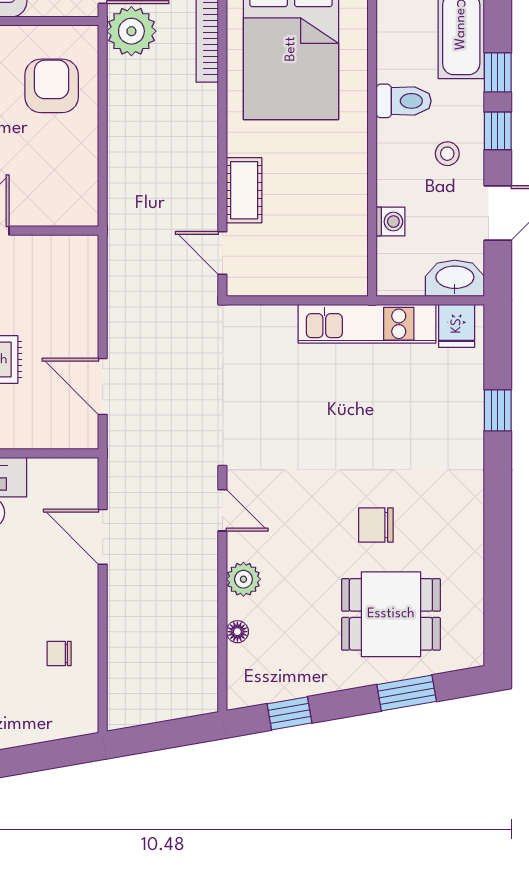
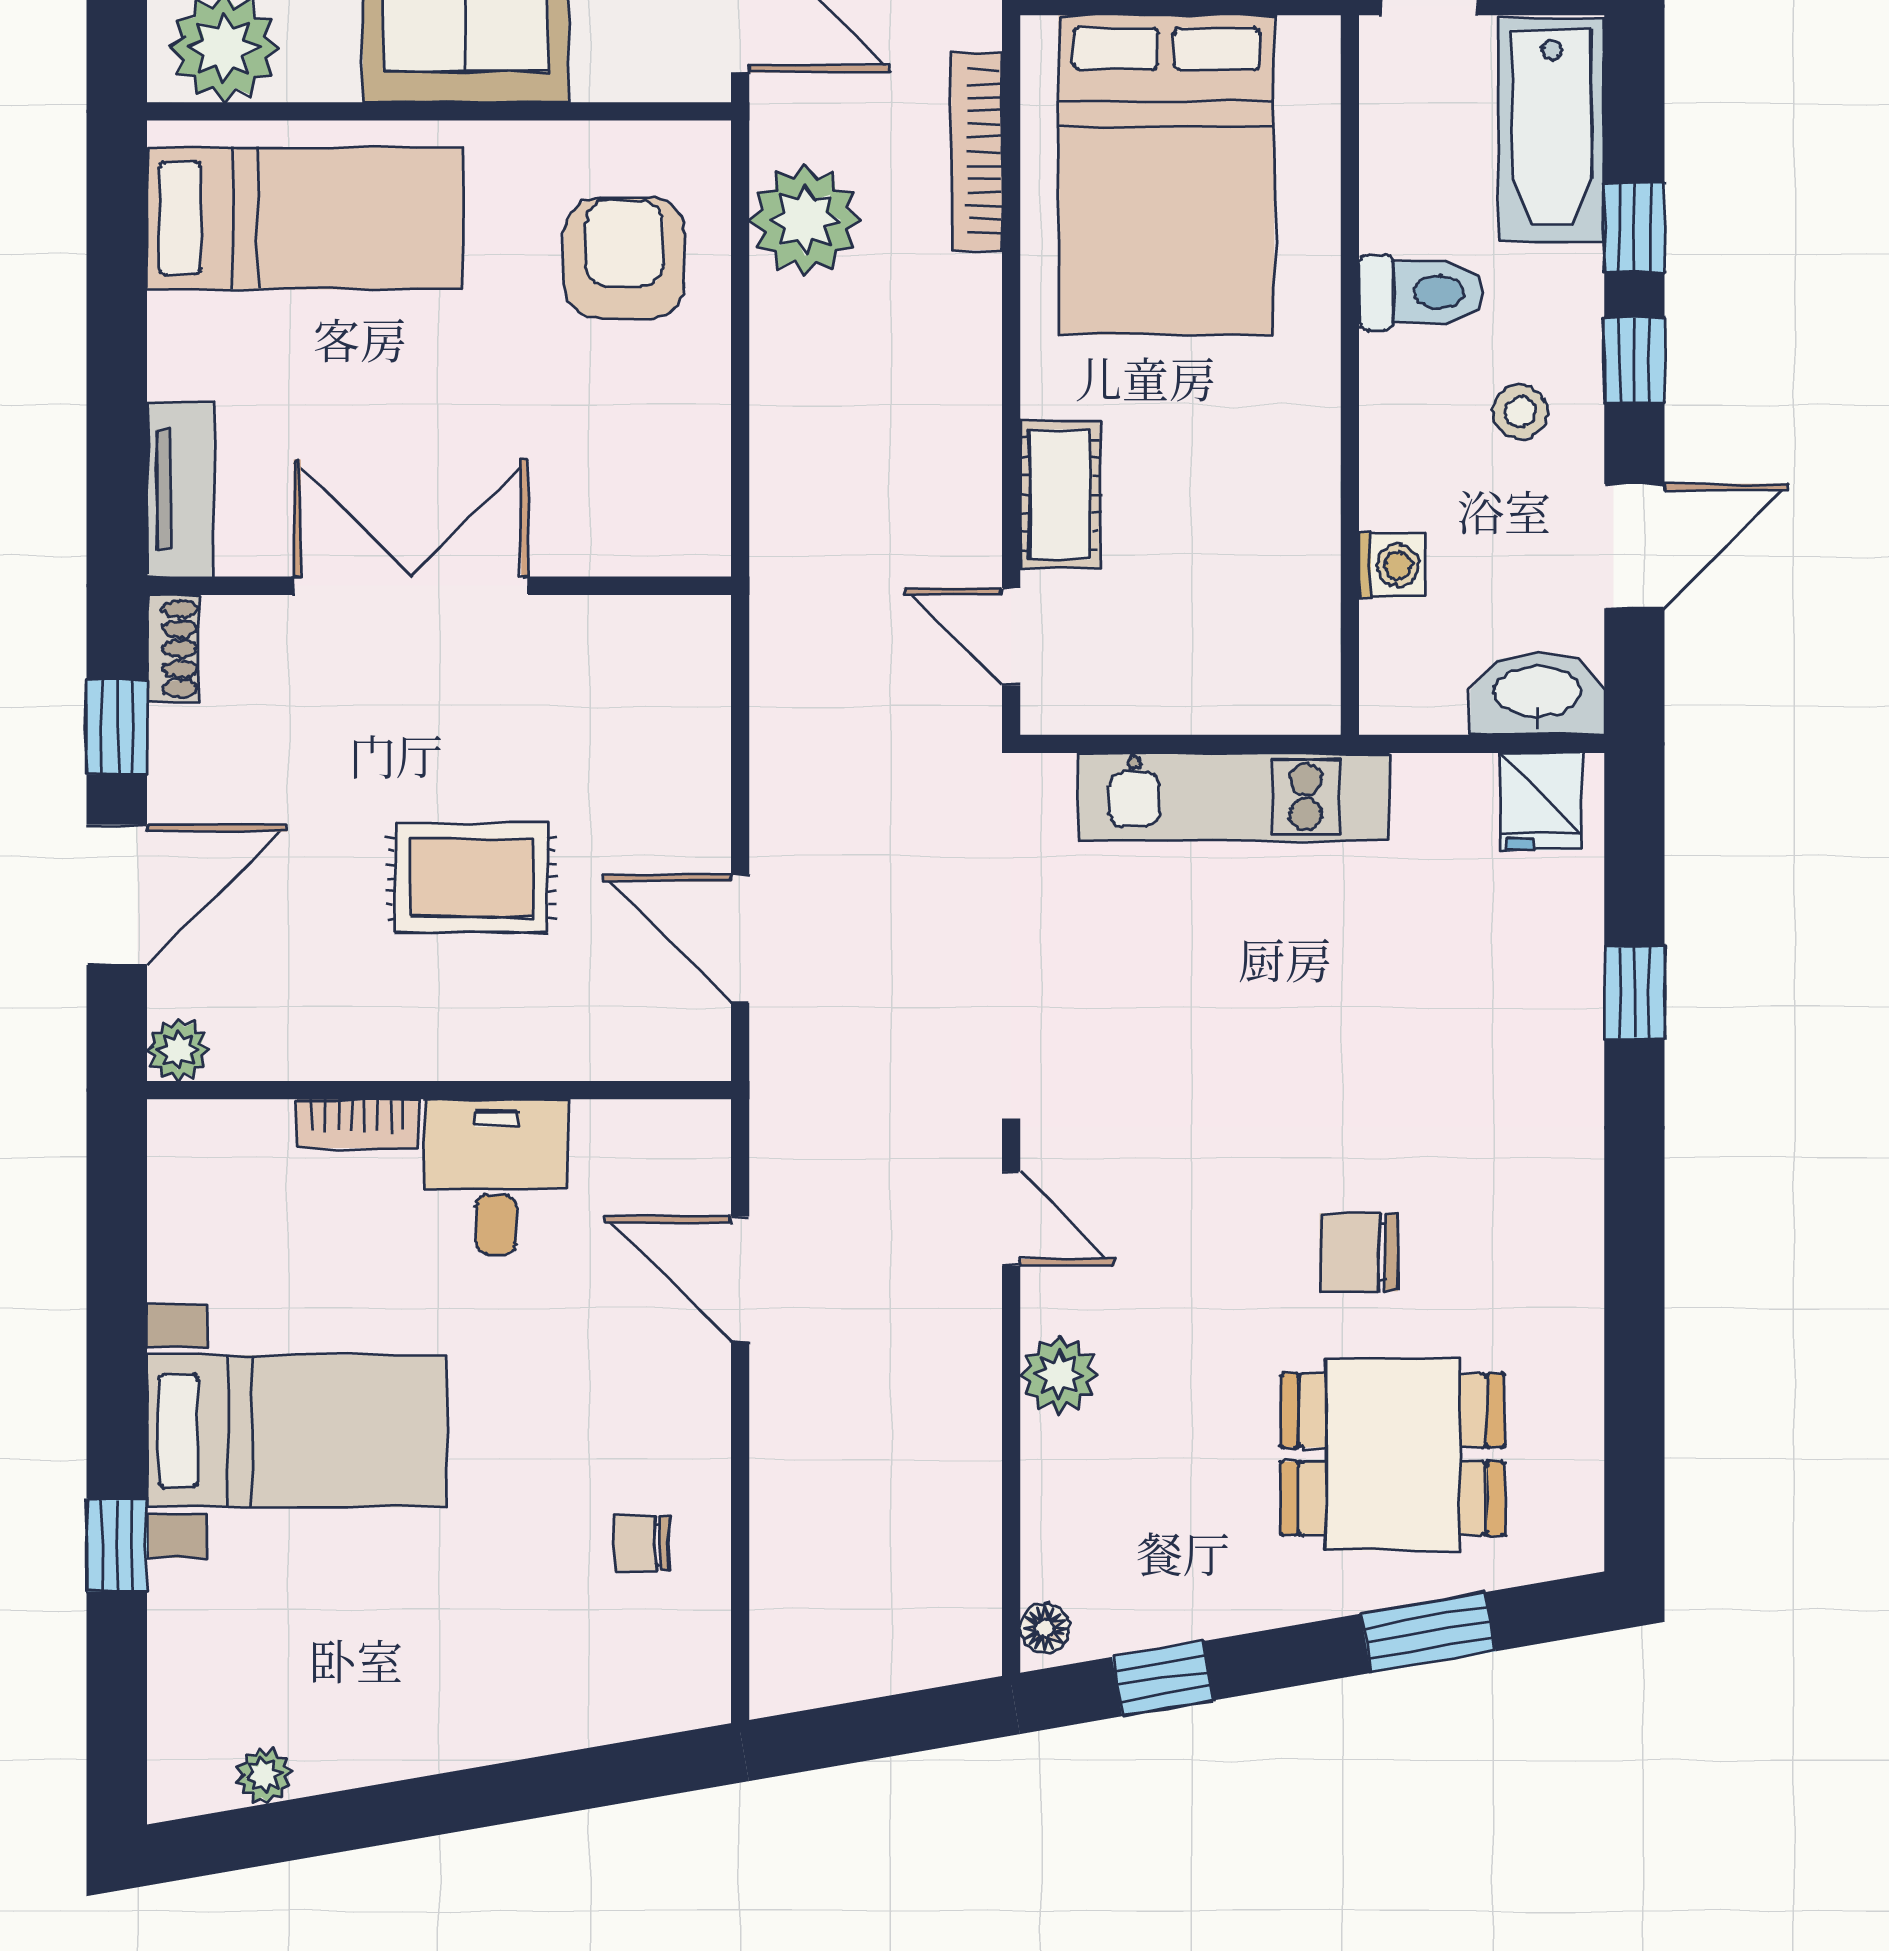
plant: (131, 31) -> (805, 220), moved
kitchen unit: (367, 324) -> (1234, 797), moved
floor lamp: (237, 632) -> (1045, 1628), moved

